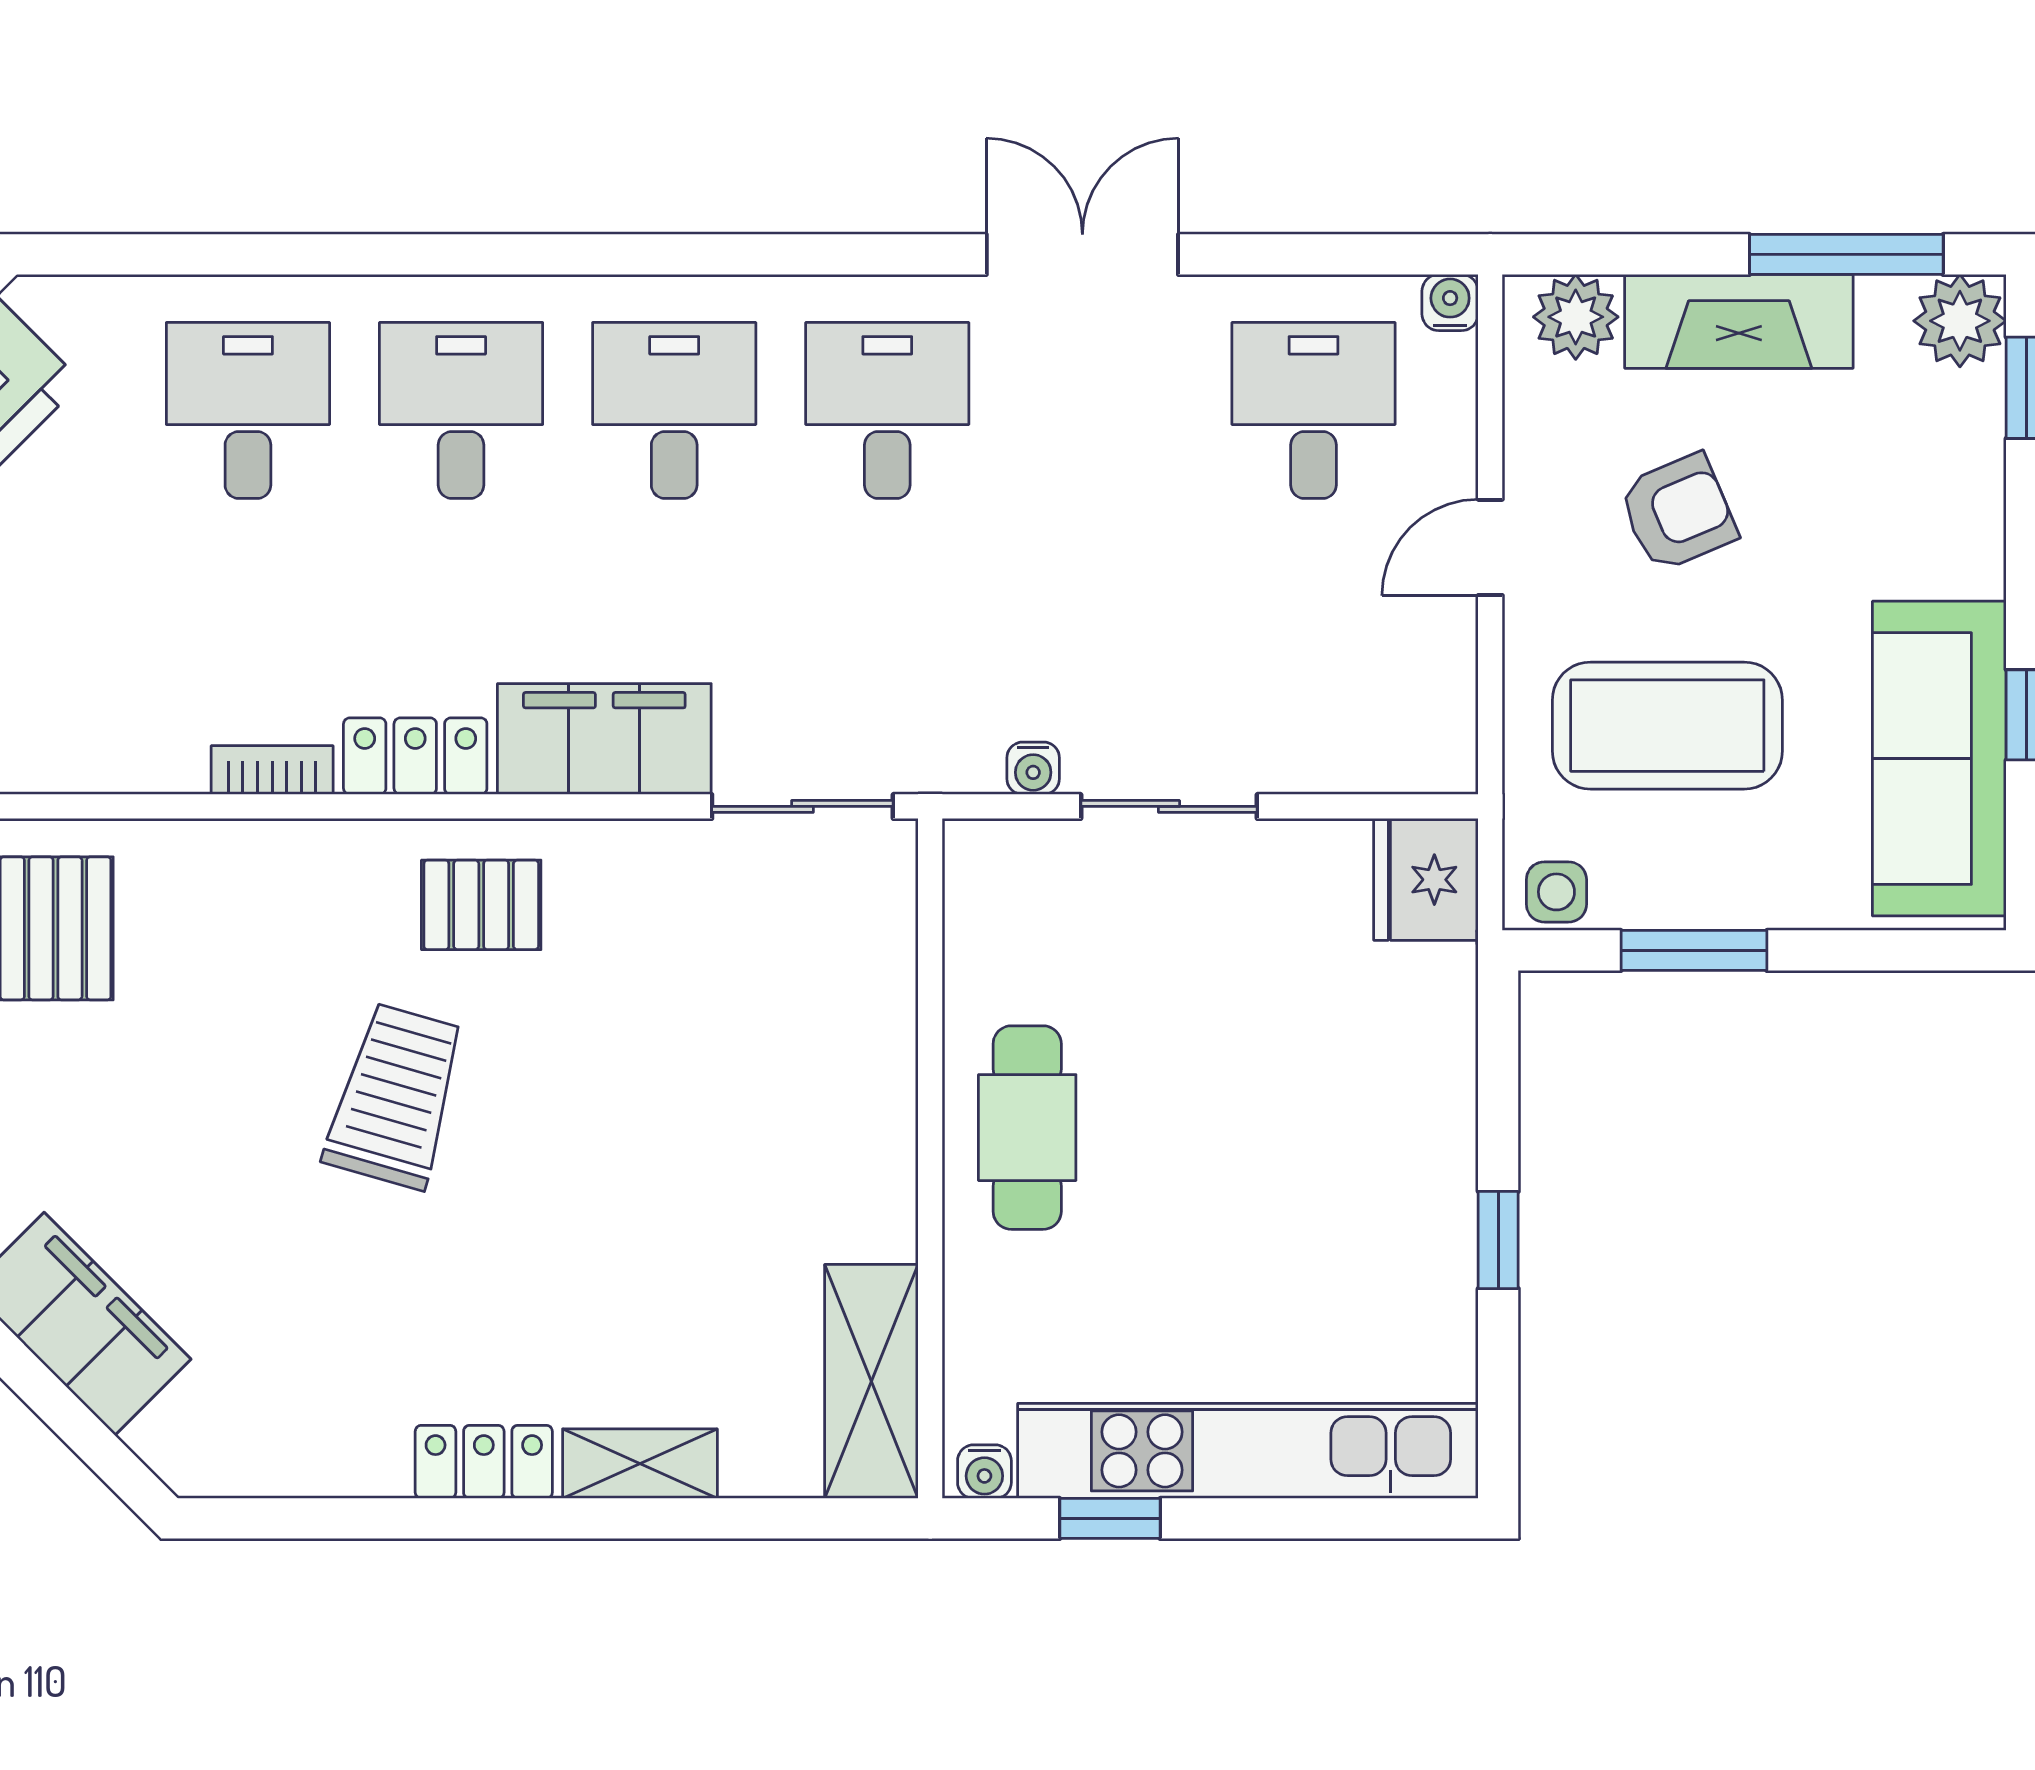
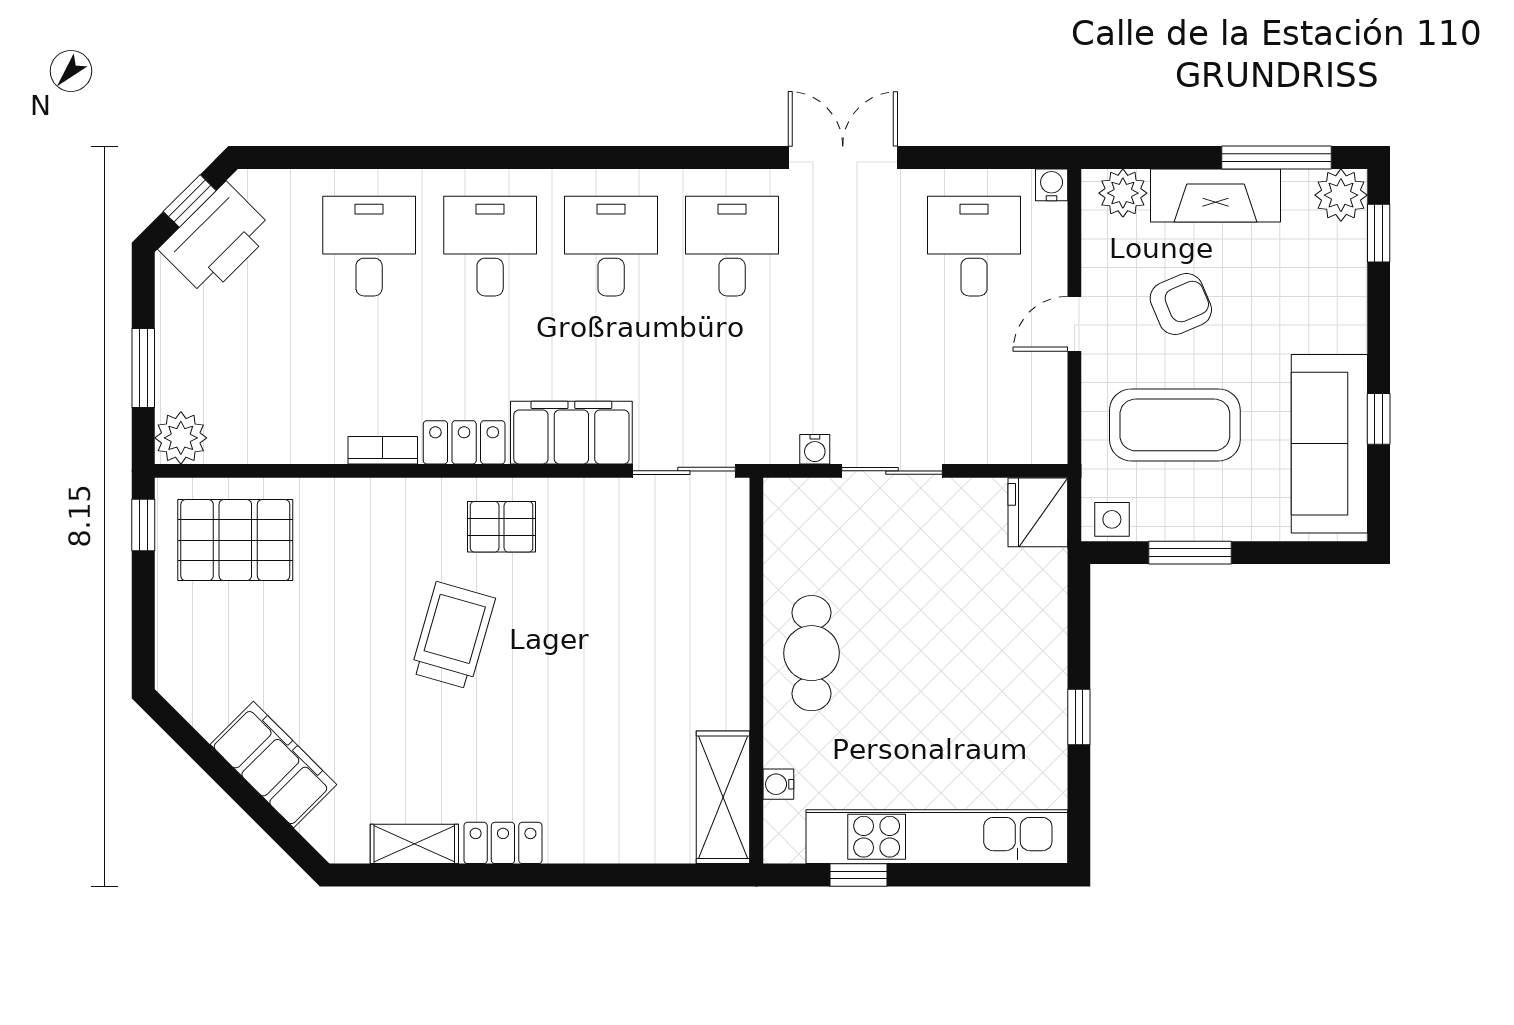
shelving: (640, 1464) -> (414, 844), moved
water cooler: (984, 1472) -> (778, 784), moved, turned 90

